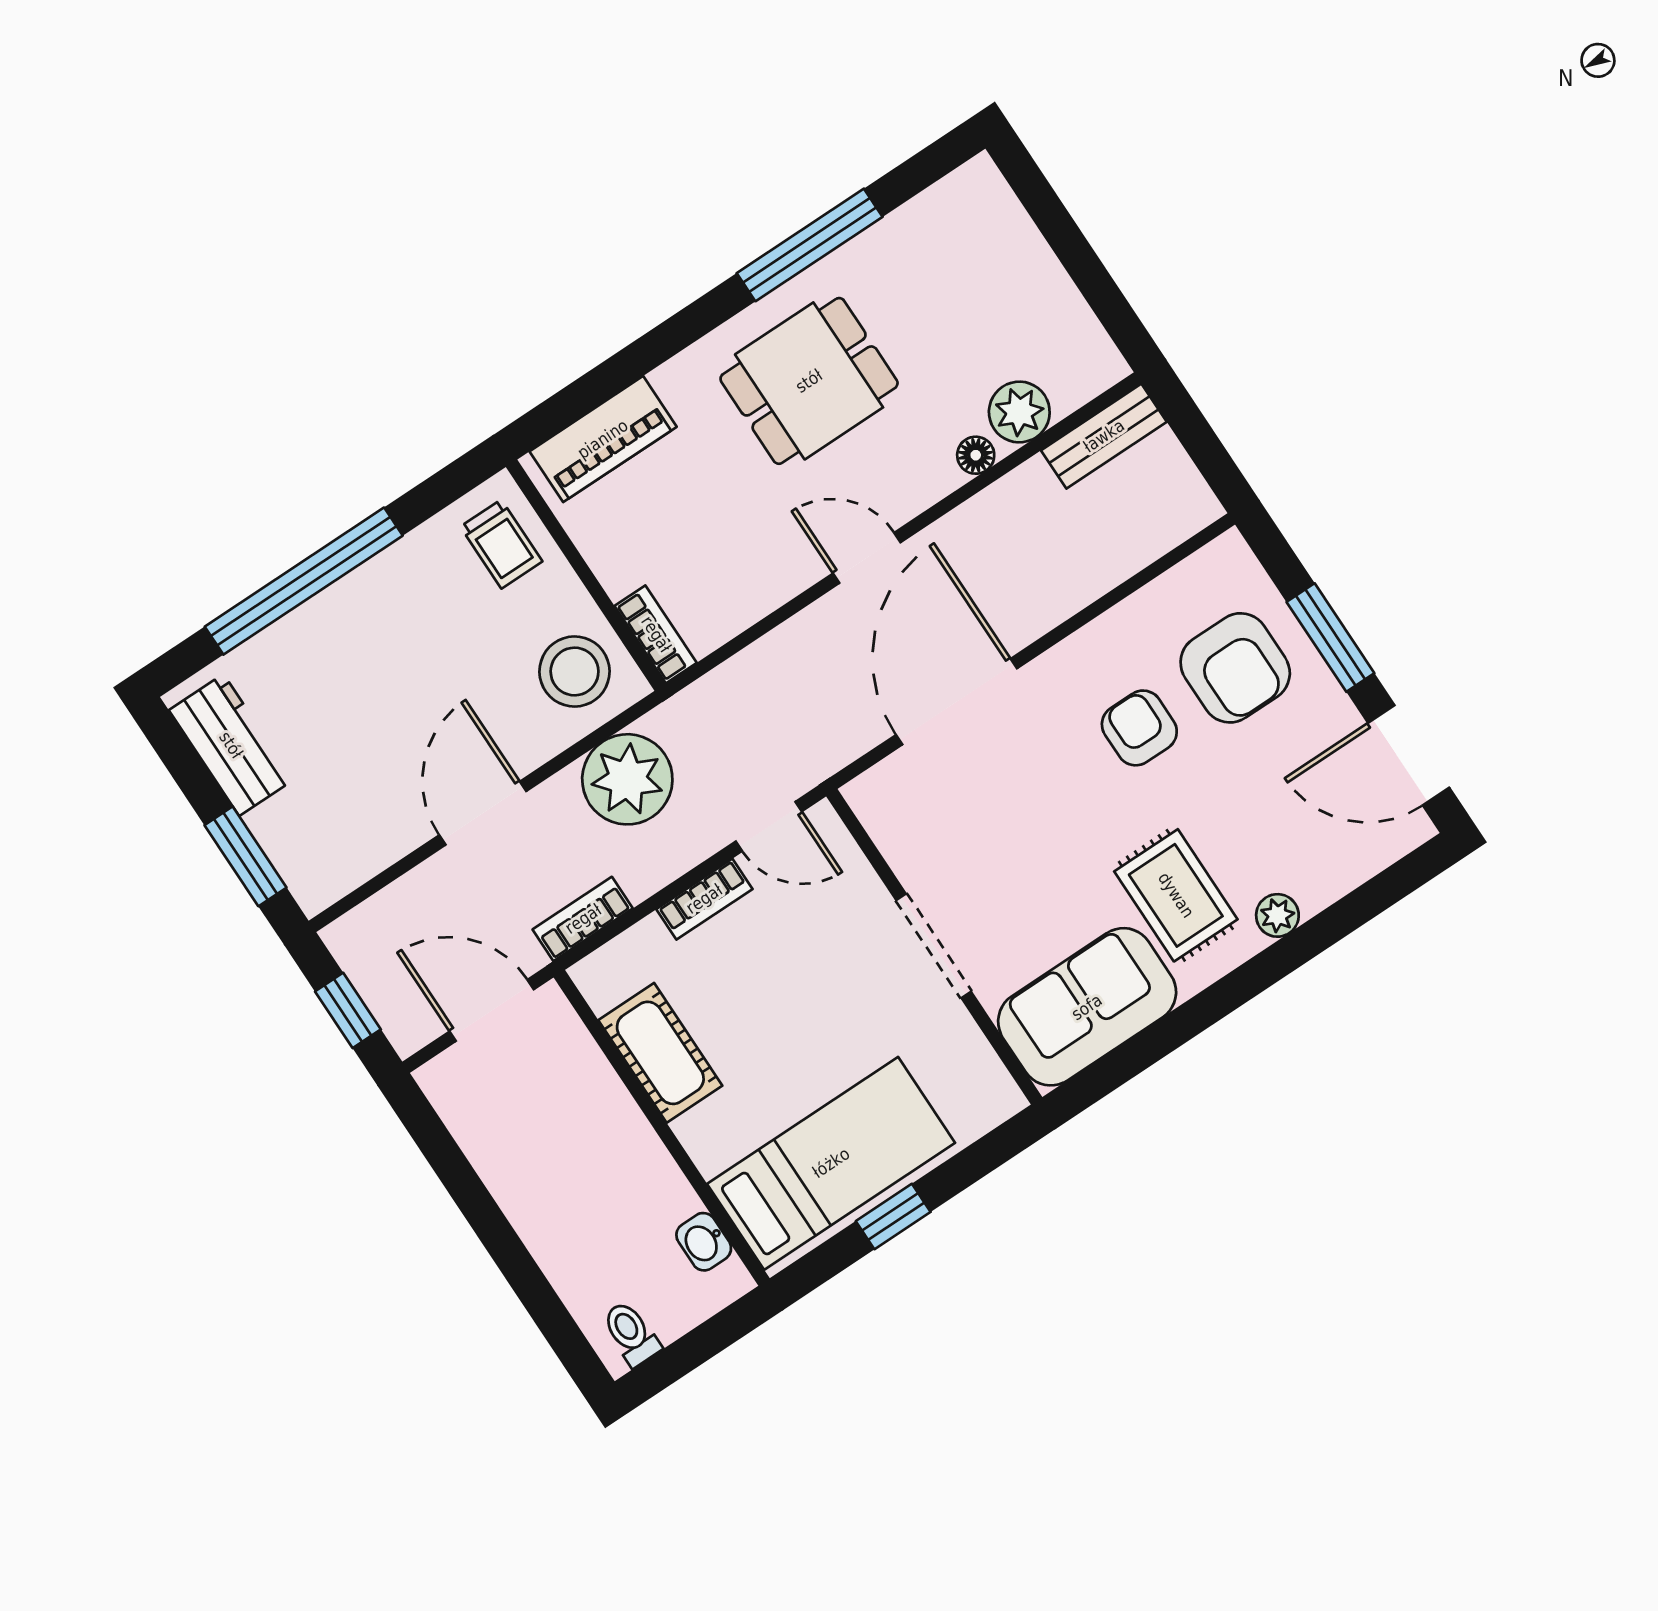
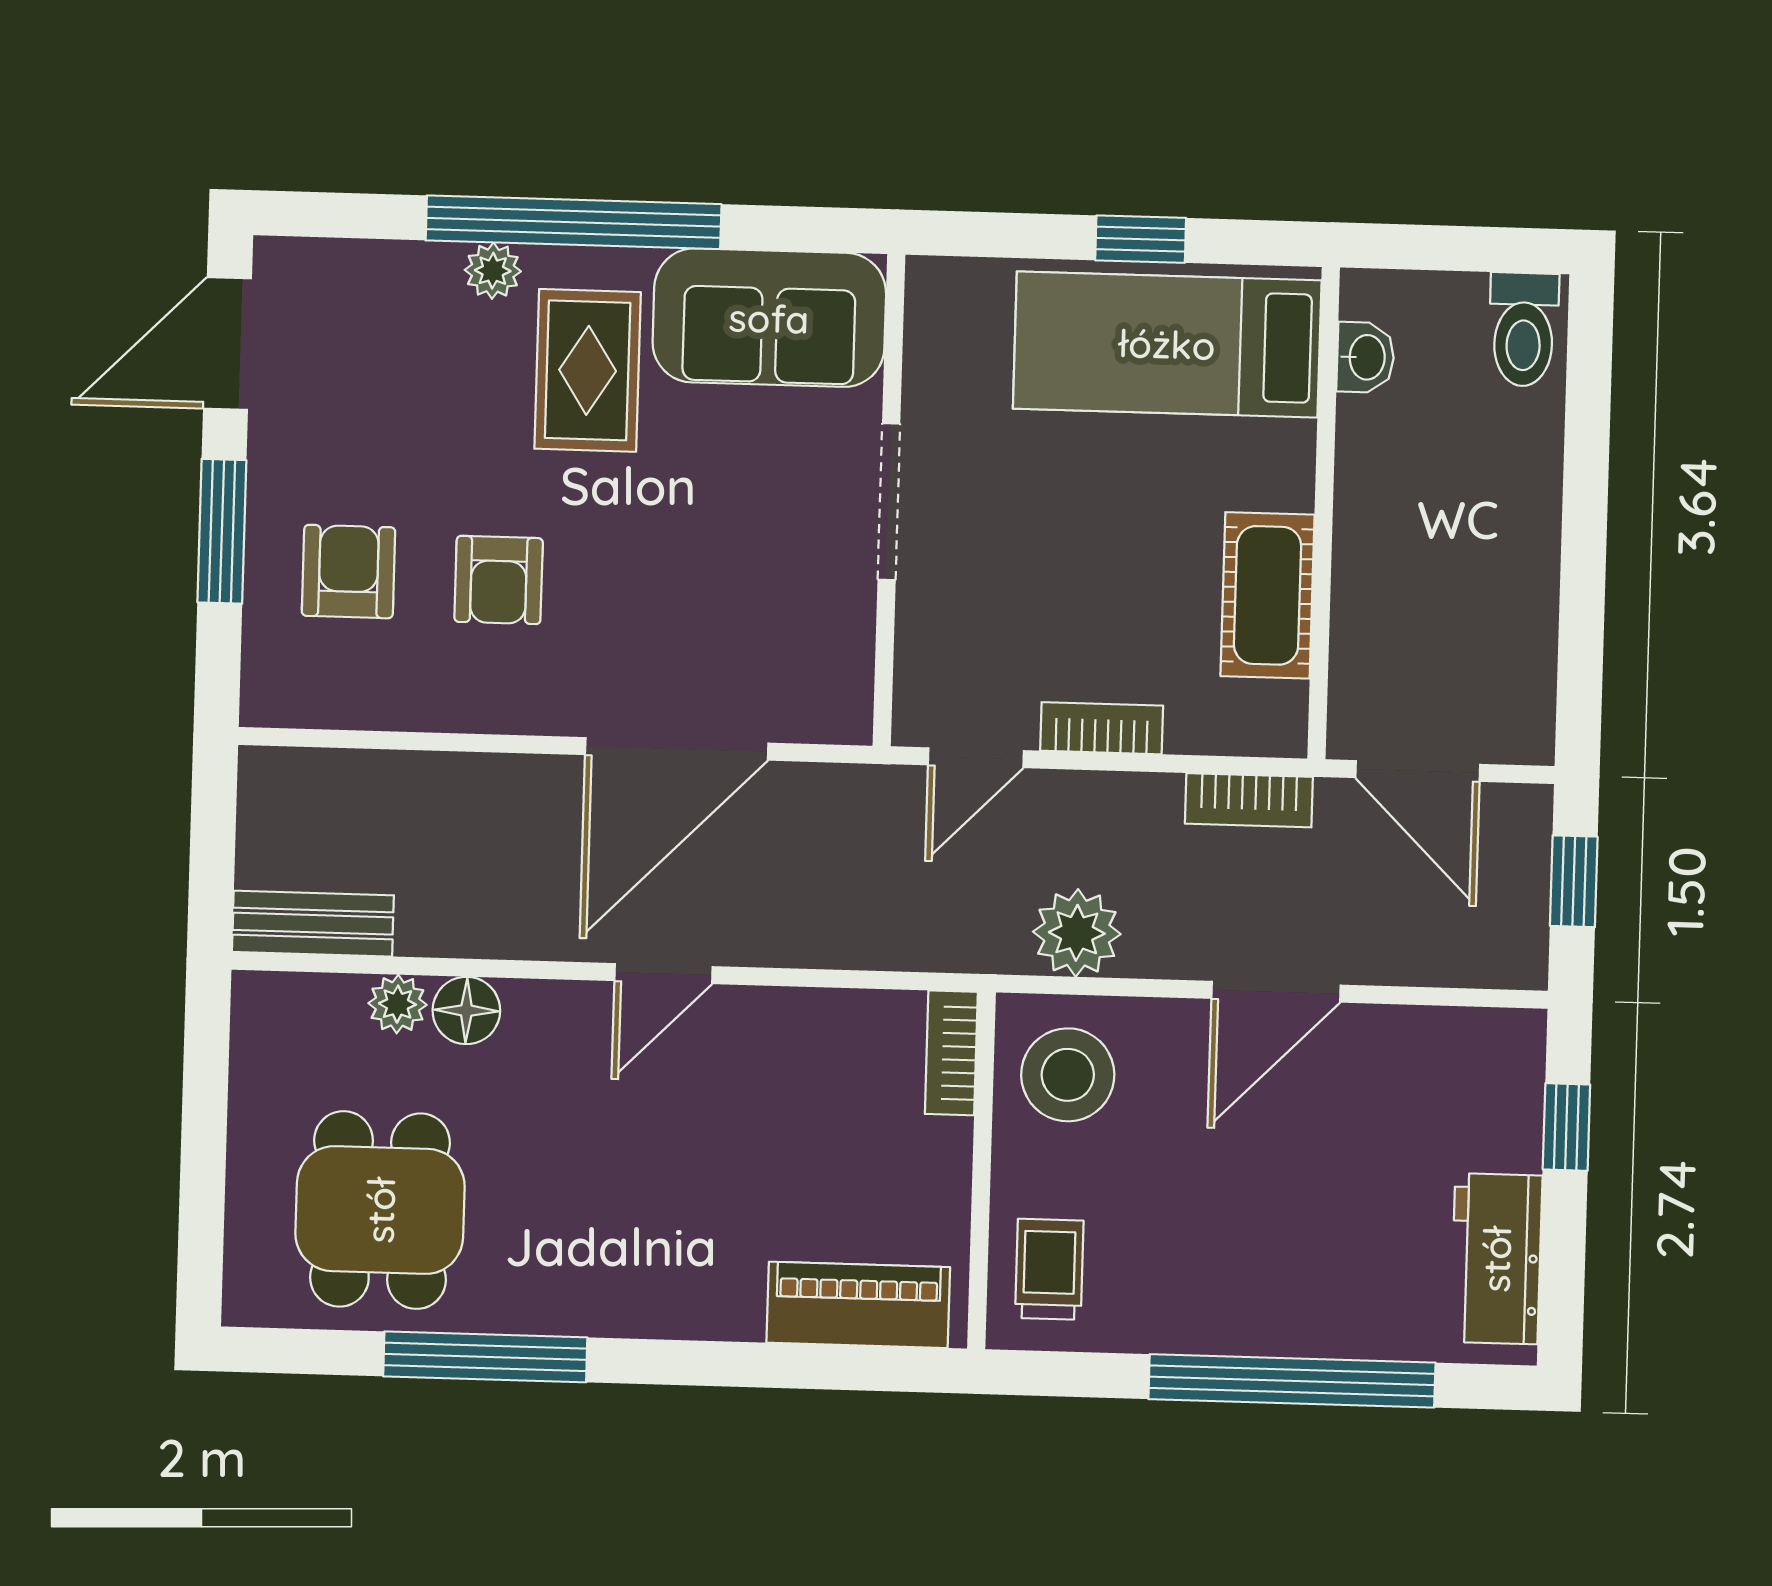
dining table: (809, 381) -> (380, 1210), moved, turned 90
plant: (1019, 412) -> (397, 1004), width x0.73, depth x0.73
floor lamp: (976, 455) -> (466, 1010), width x1.37, depth x1.37
door: (867, 558) -> (664, 974), hinge flipped
armchair: (1235, 668) -> (349, 572), width x0.72, depth x0.72
door: (1409, 755) -> (227, 344), swing flipped
plant: (627, 779) -> (1077, 933), width x0.73, depth x0.73
door: (769, 826) -> (976, 758), swing flipped
window: (246, 856) -> (1566, 1127), width x0.67
window: (1249, 980) -> (574, 222), added
toilet: (631, 1334) -> (1524, 329), width x1.37, depth x1.39

